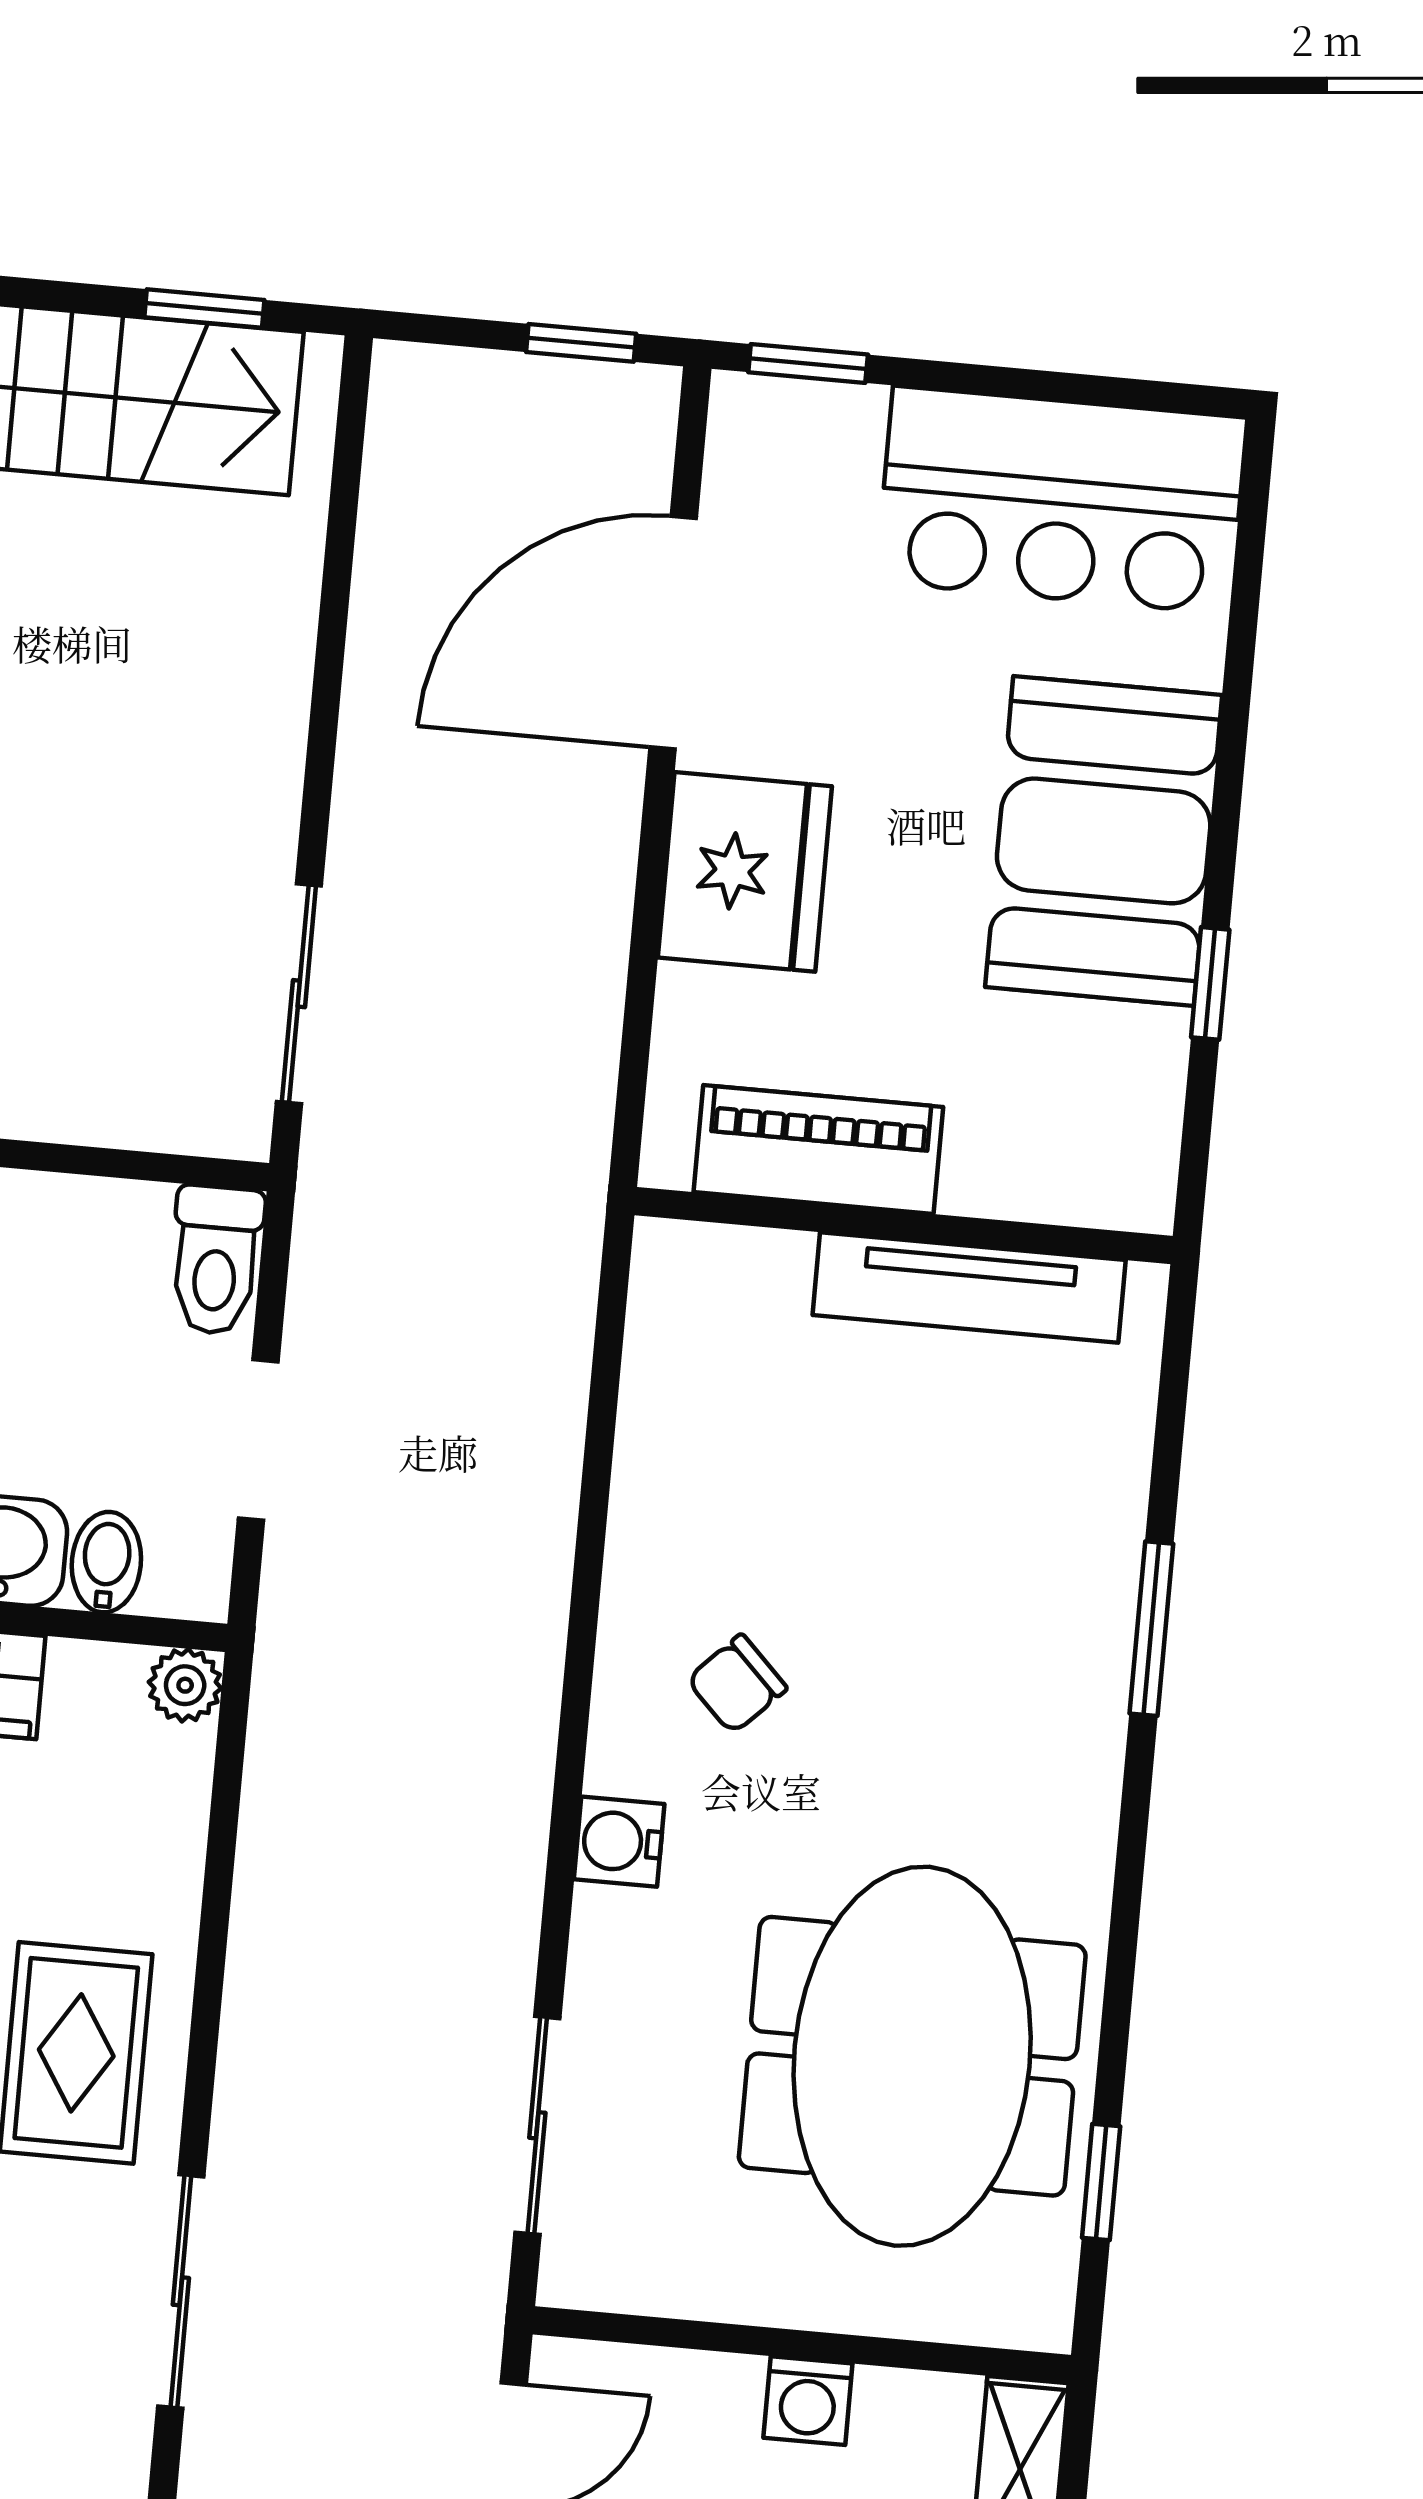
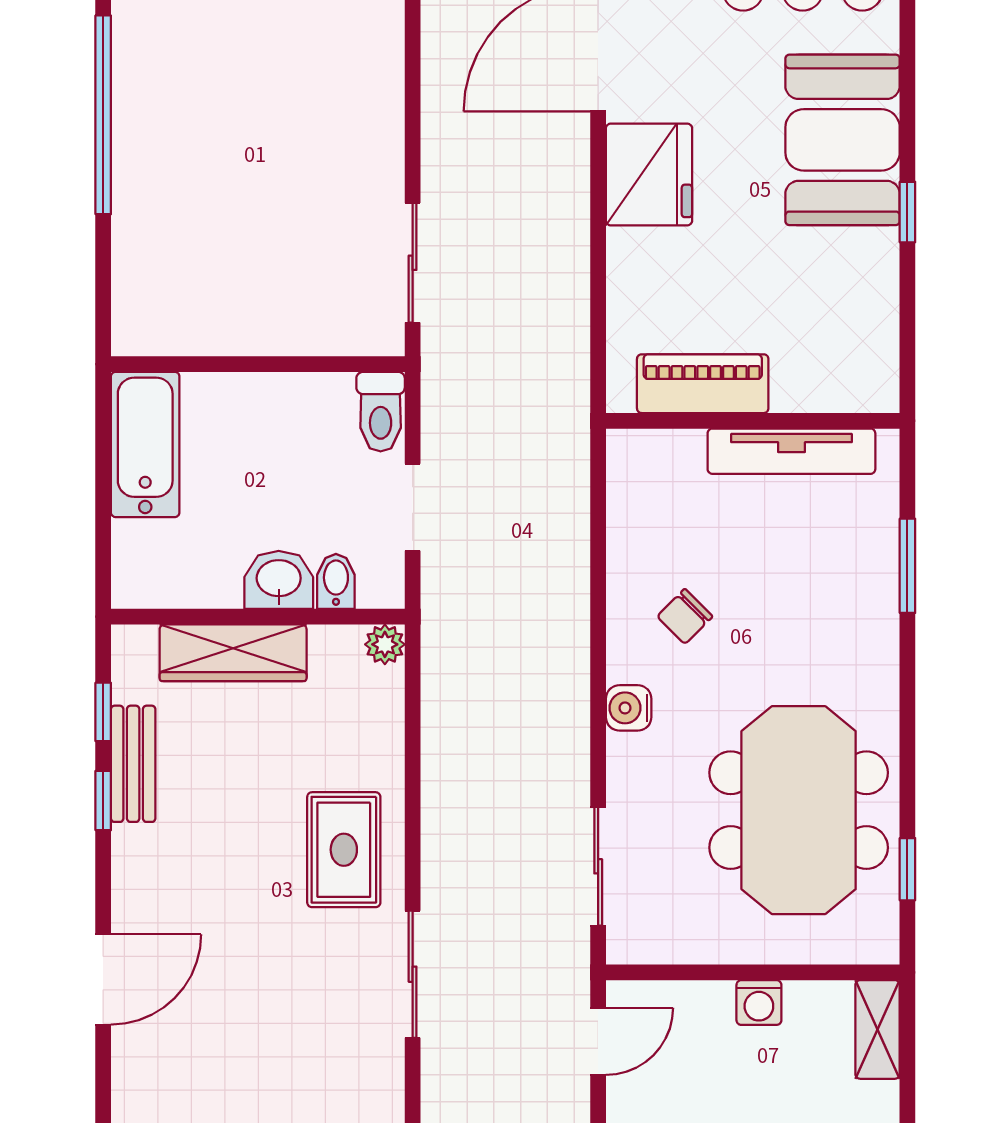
piano: (818, 1150) -> (703, 384), moved
wall: (904, 1226) -> (753, 421), moved
tv unit: (969, 1288) -> (791, 451), moved

